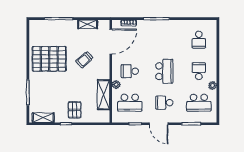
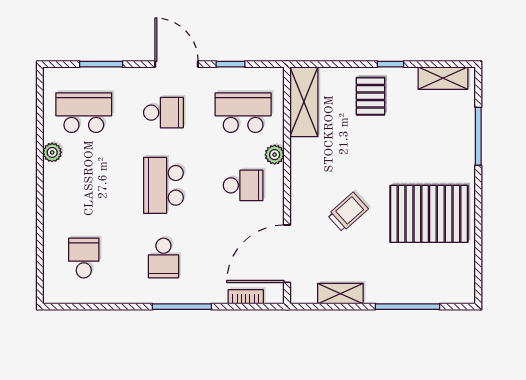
school desk: (199, 71) -> (163, 258), moved
shelving: (103, 95) -> (304, 102), moved

